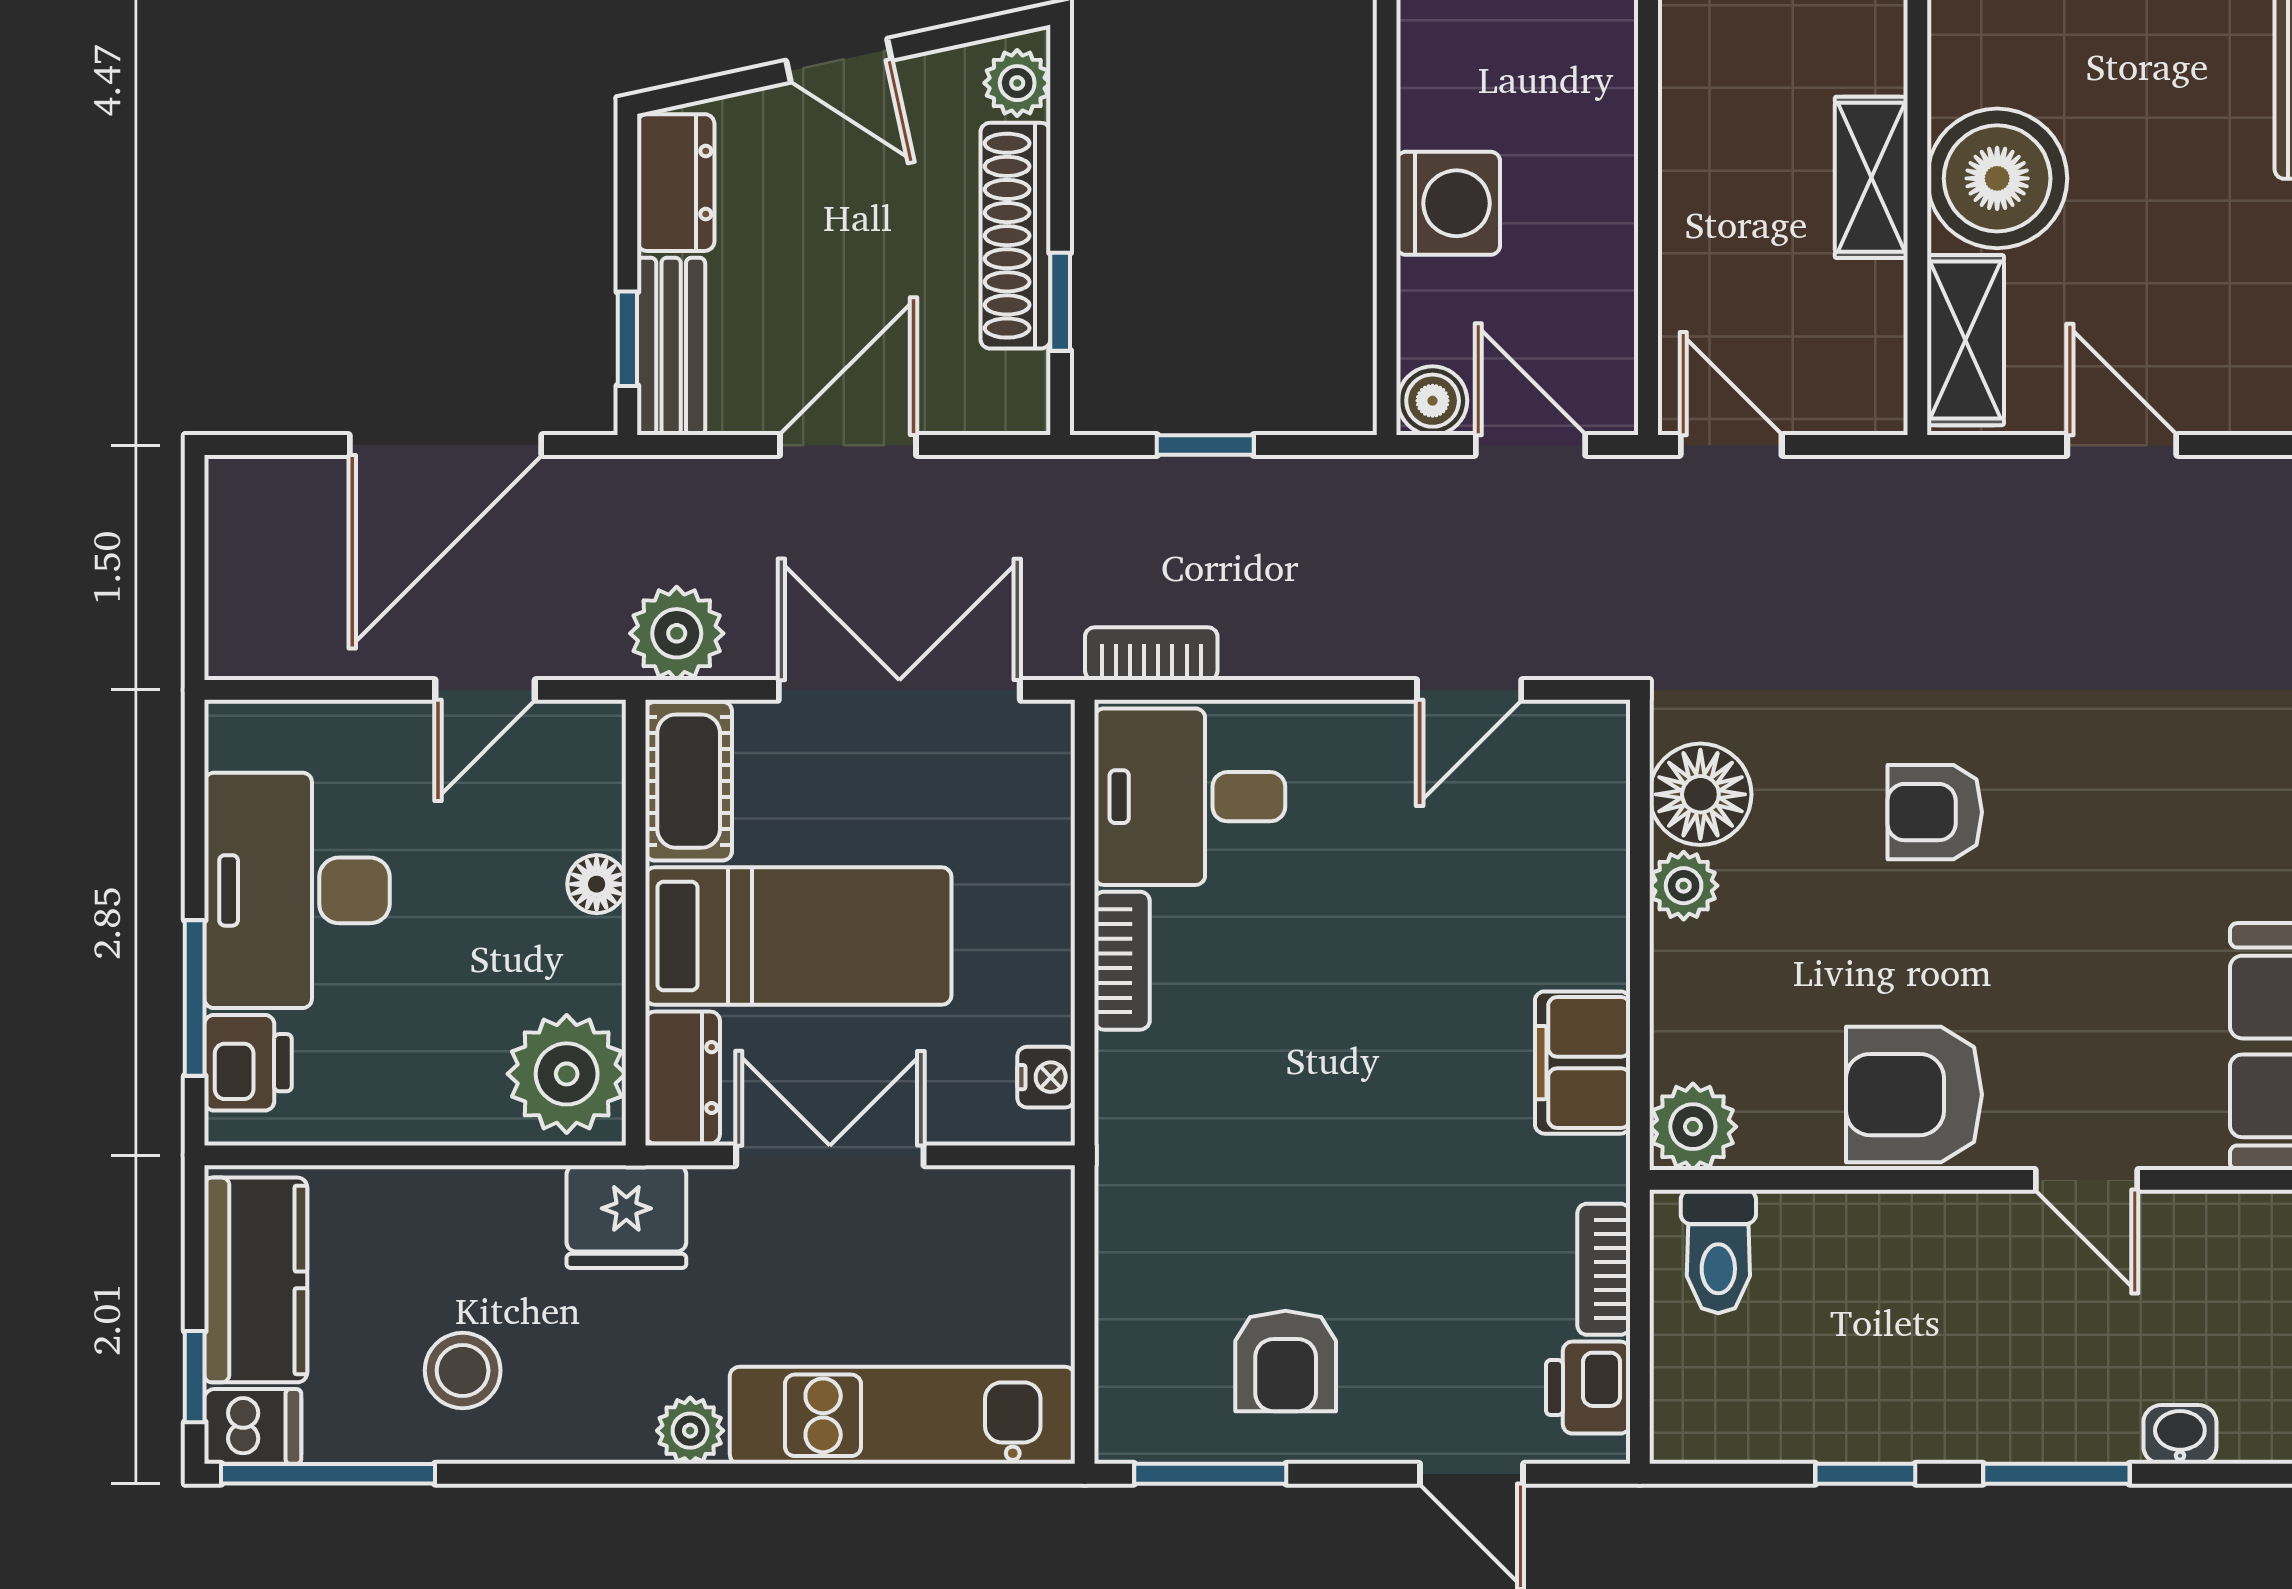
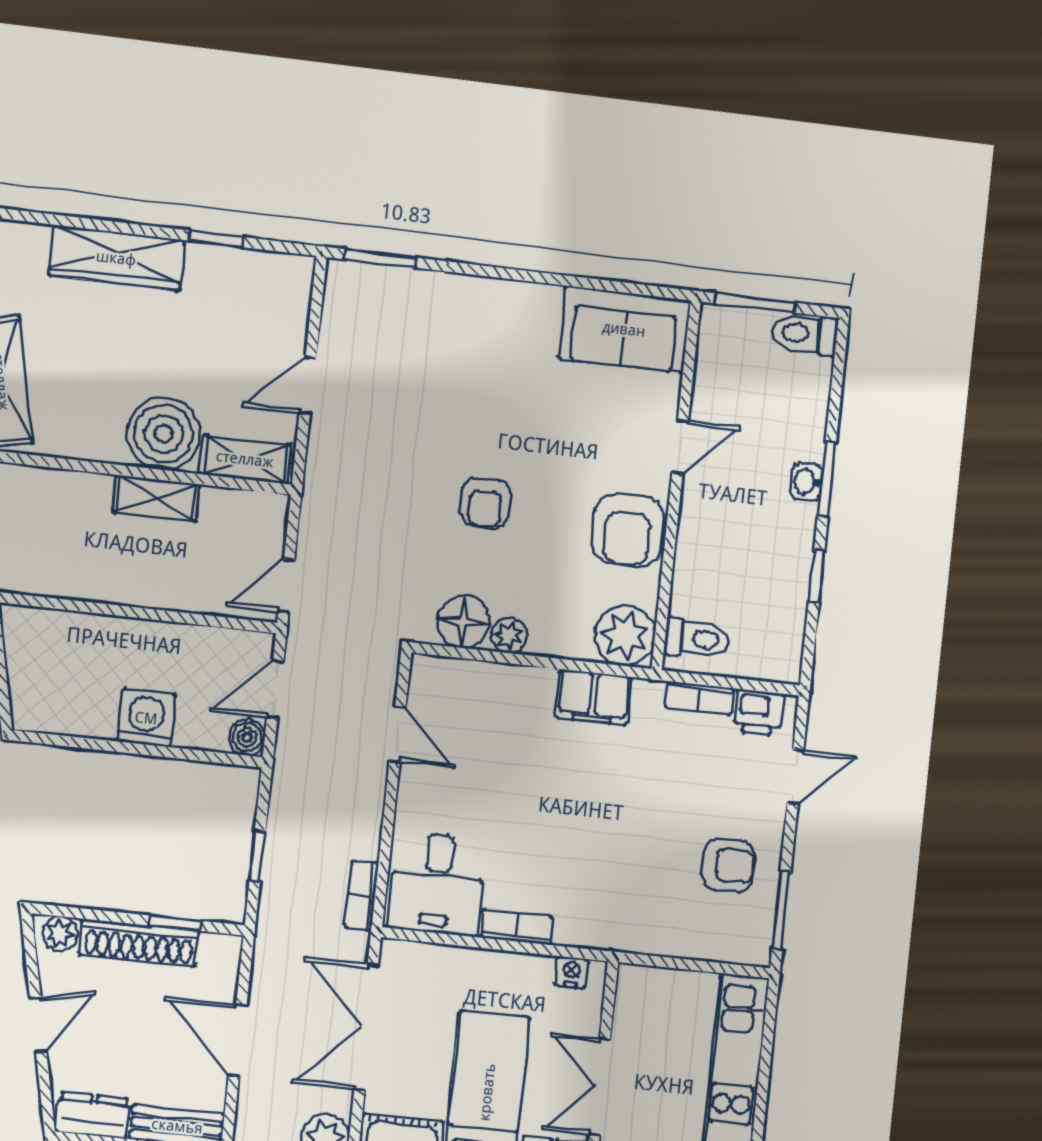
plant: (1693, 1127) -> (625, 636), width x1.36, depth x1.36
washbasin: (2180, 1434) -> (807, 482), moved

